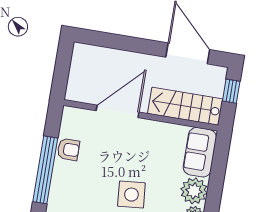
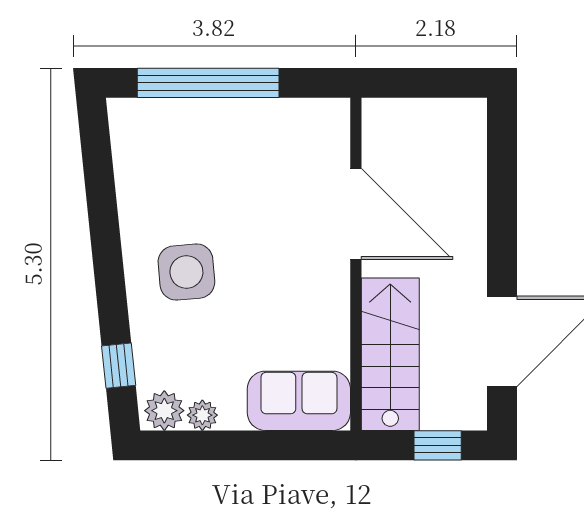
armchair: (68, 149) -> (259, 124), removed
plant: (194, 191) -> (202, 415), width x0.53, depth x0.53

